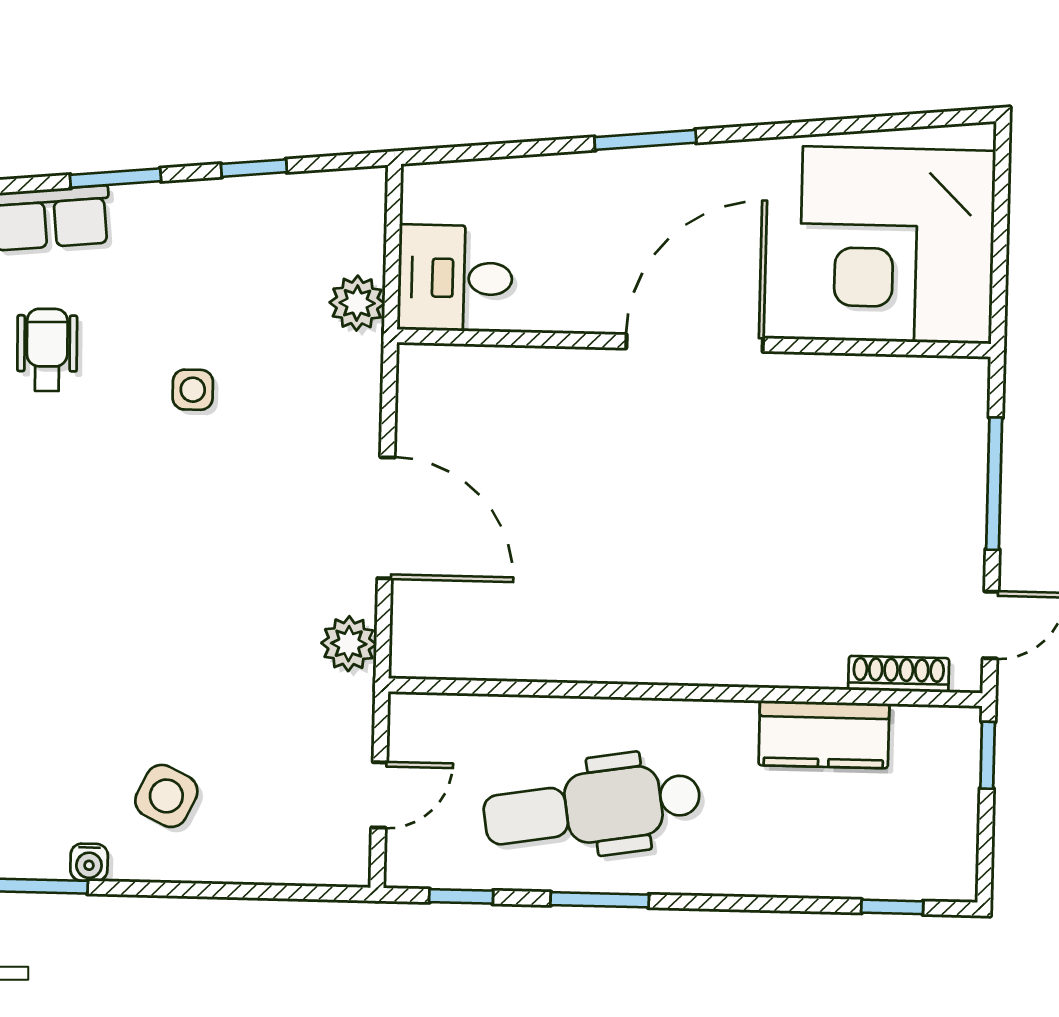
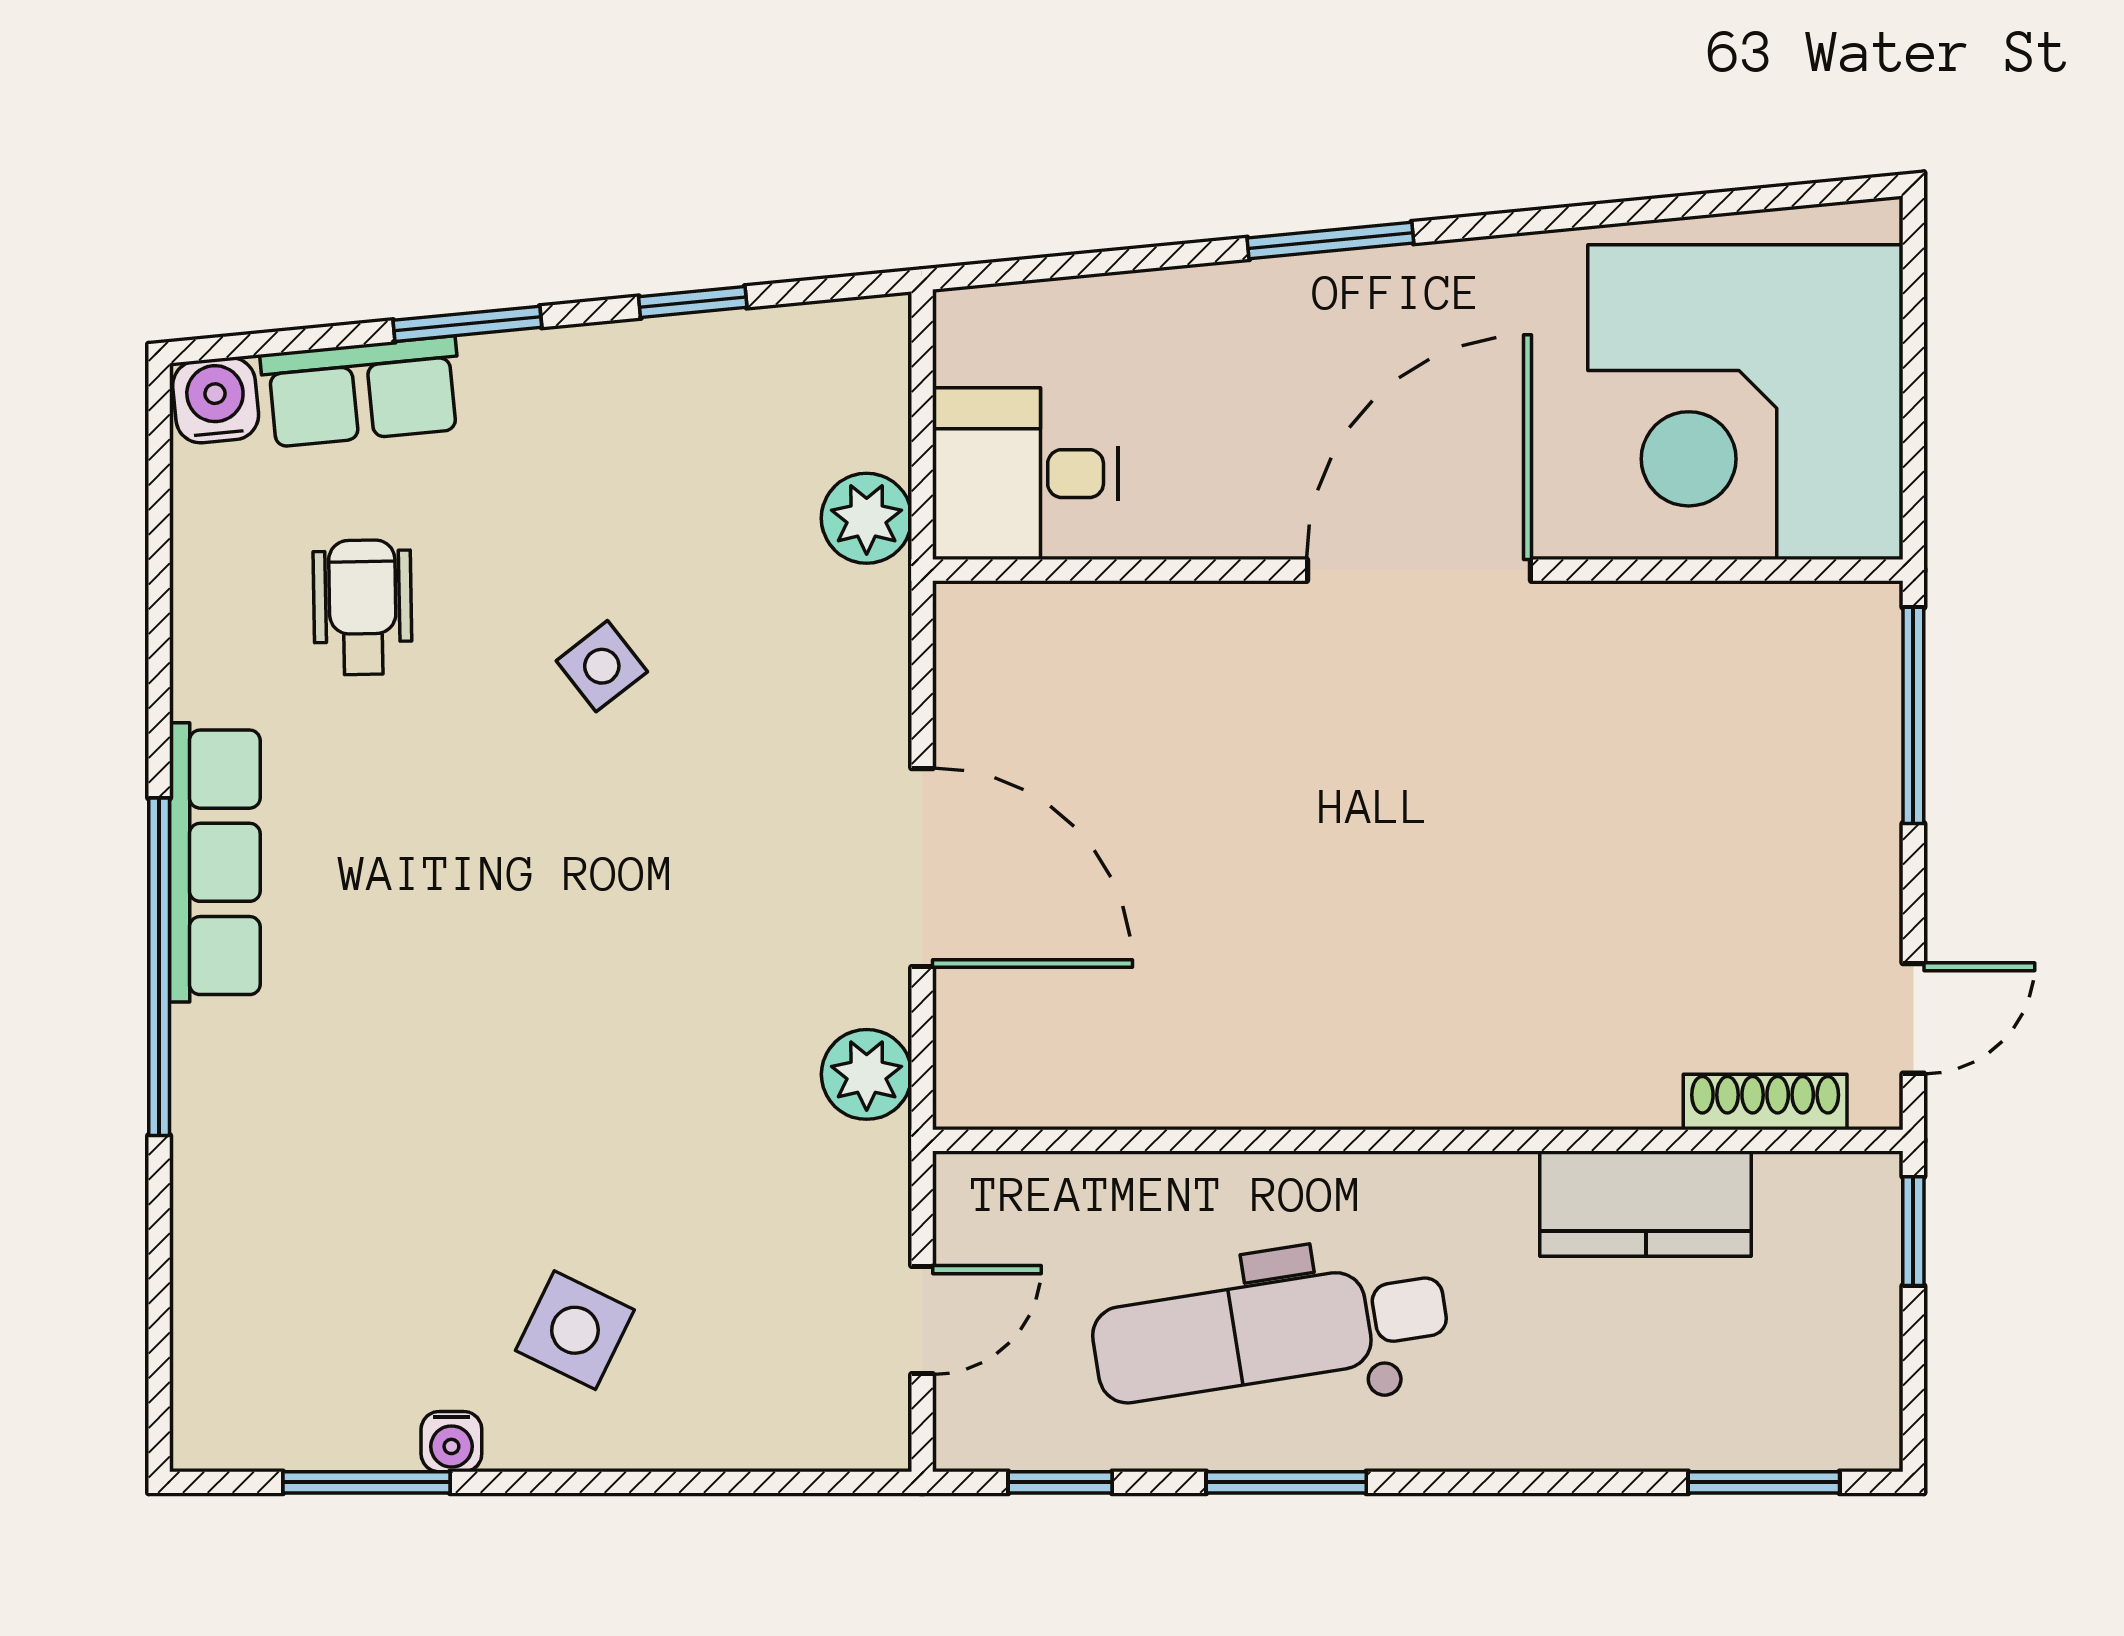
side table: (193, 390) -> (602, 666), turned -38
window: (994, 484) -> (1913, 715), moved
window: (892, 907) -> (1764, 1482), width x1.50

